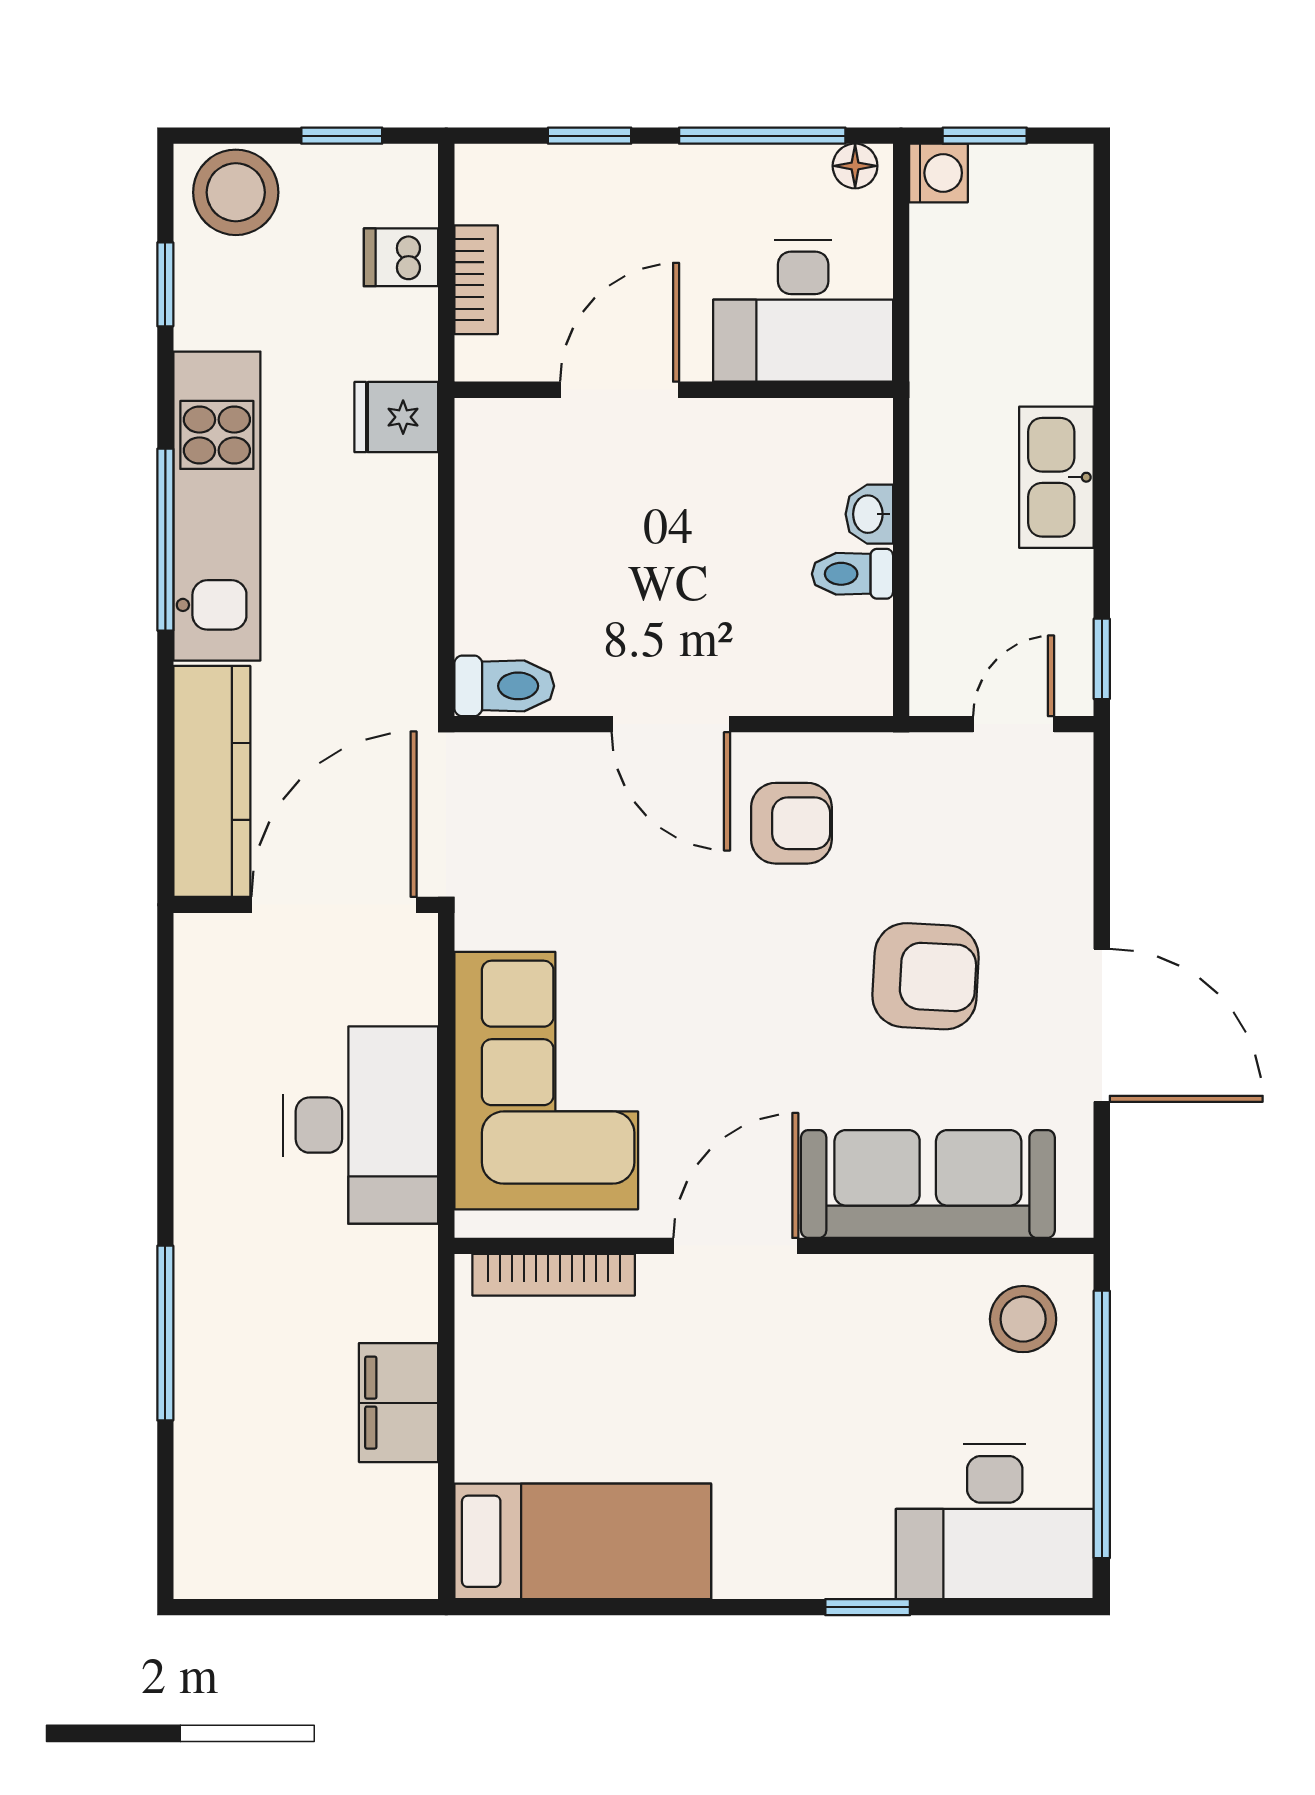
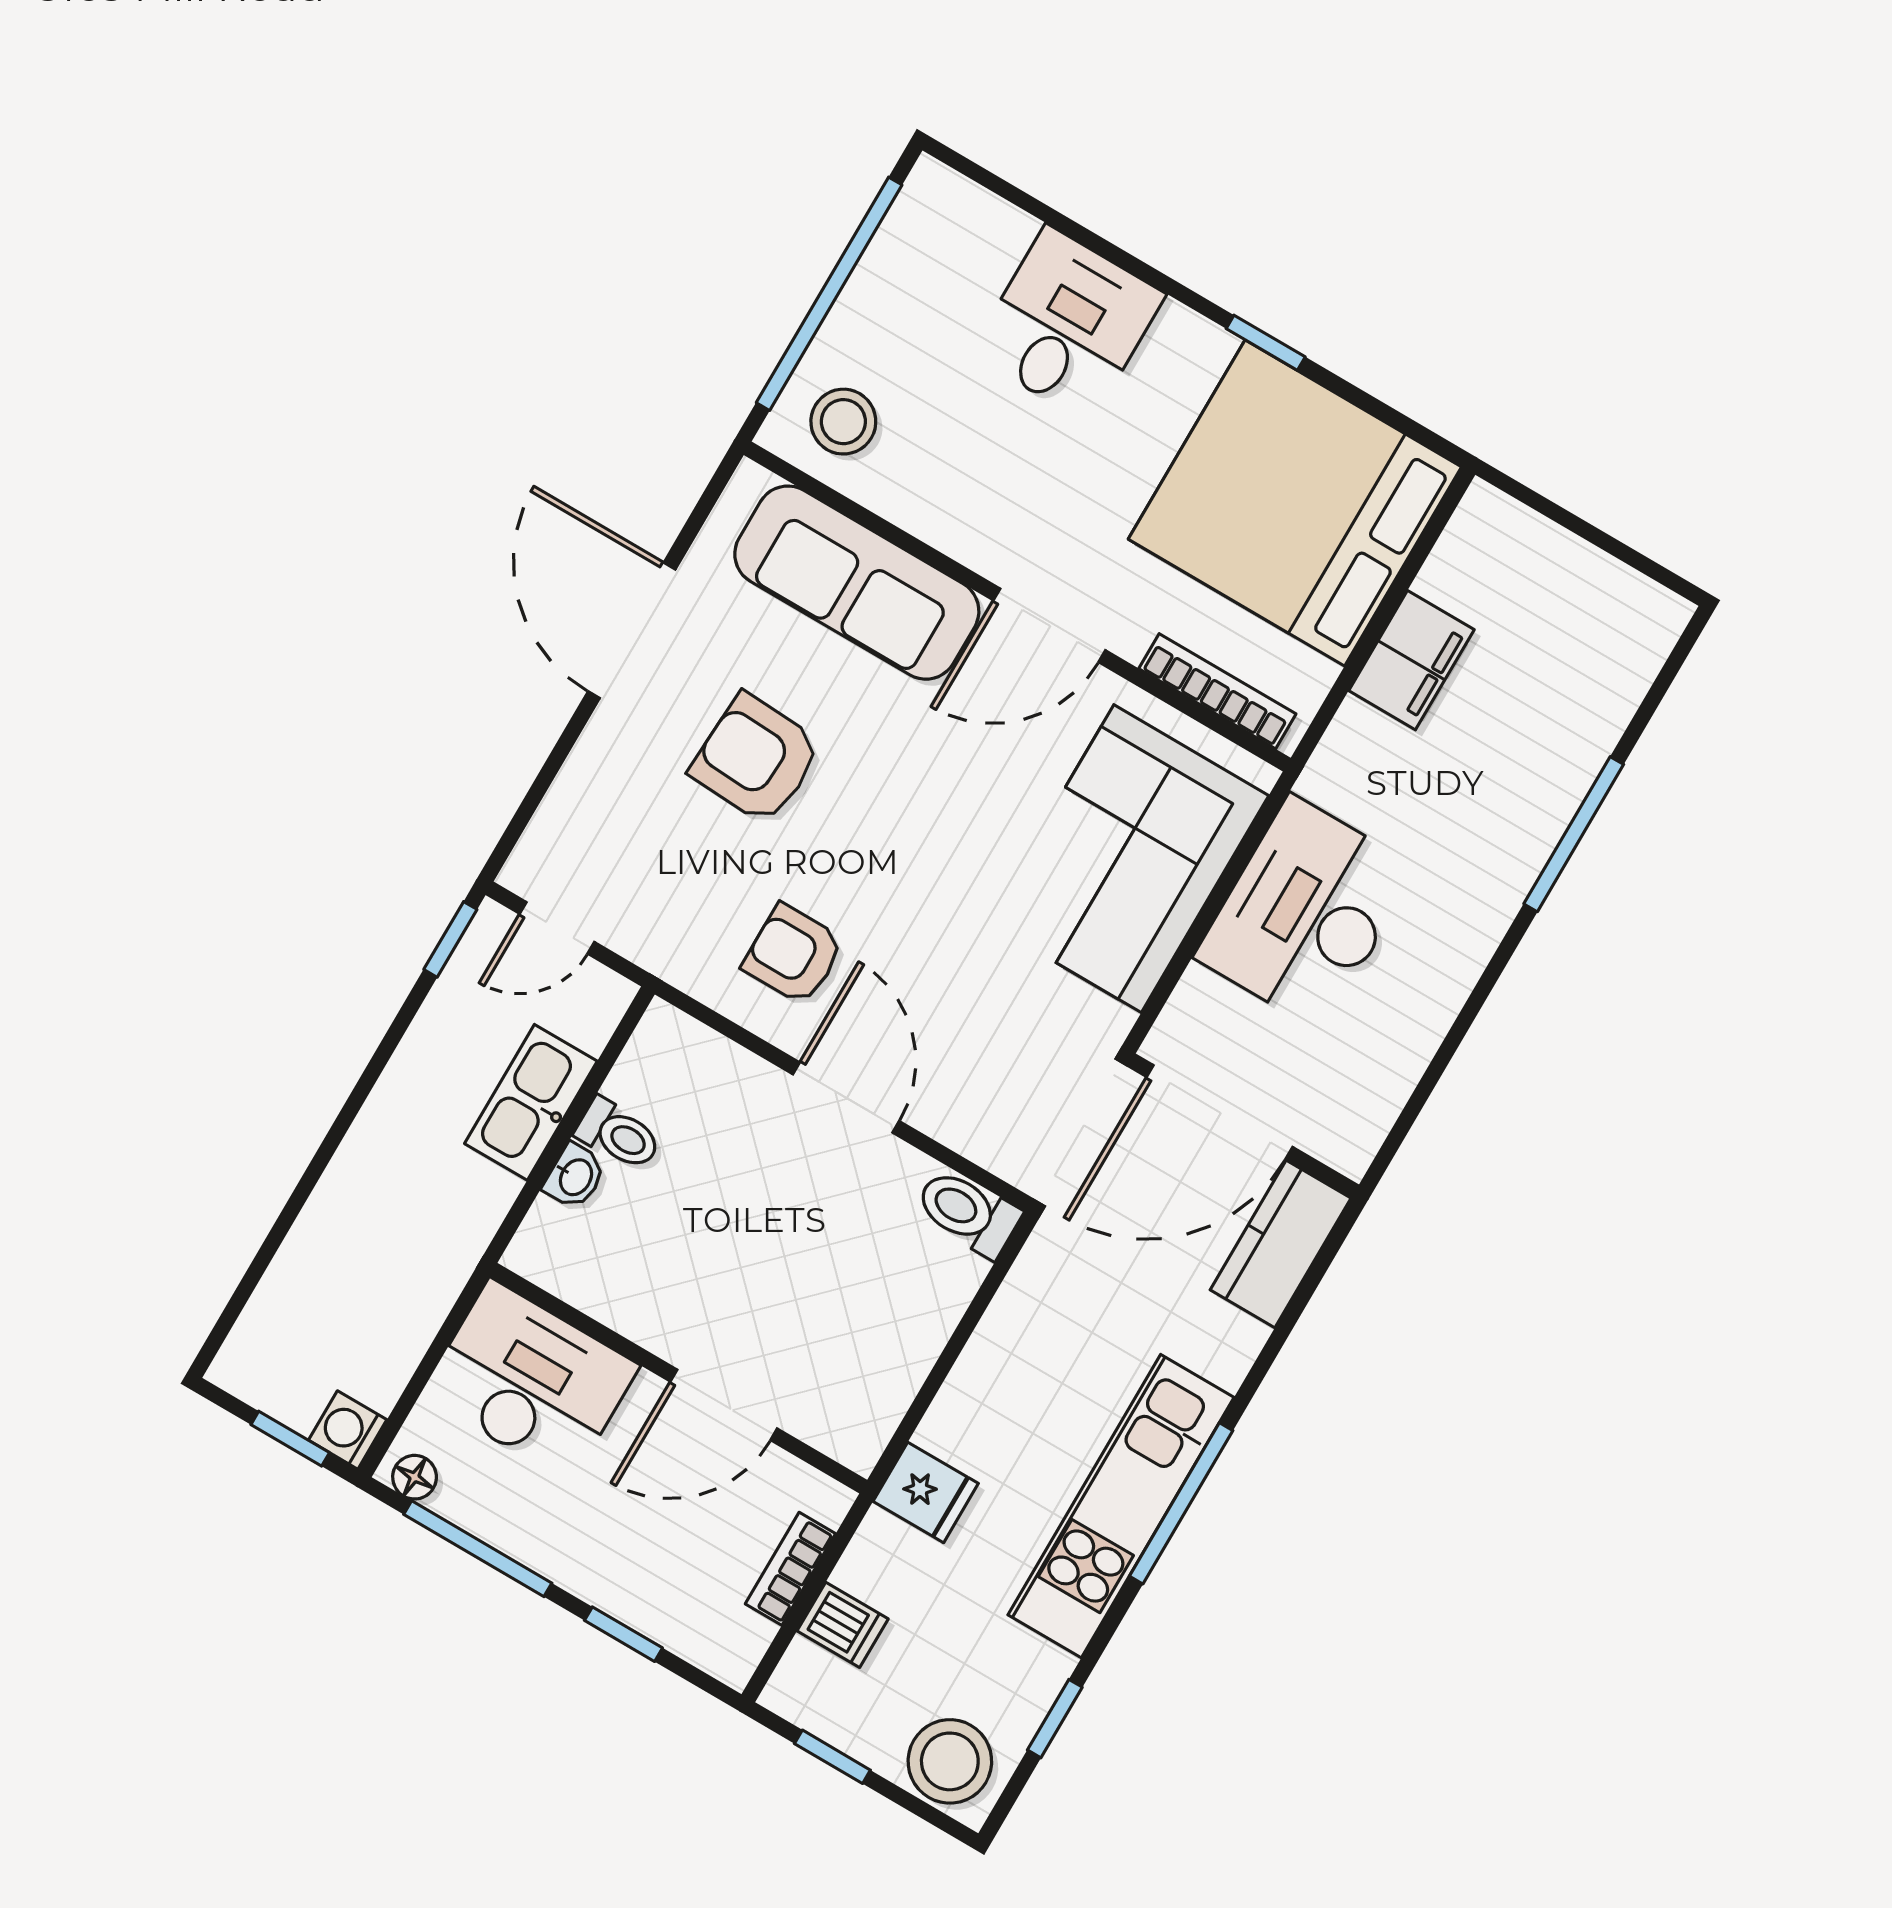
kitchen sink: (1056, 477) -> (531, 1102), moved, turned 180
kitchen counter: (212, 781) -> (1281, 1244), width x0.67
desk: (995, 1521) -> (1068, 324), moved, width x0.73
bed: (583, 1541) -> (1295, 503), width x2.04
window: (868, 1607) -> (1266, 343), moved

